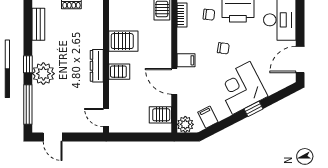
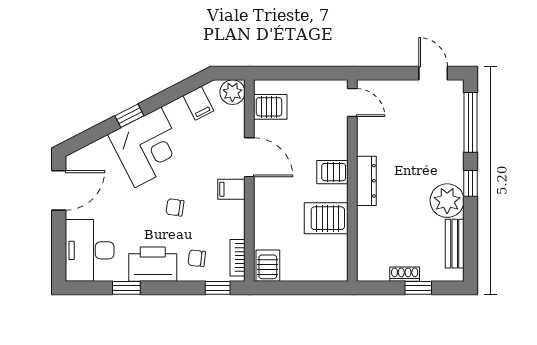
plant: (43, 74) -> (447, 201), moved

